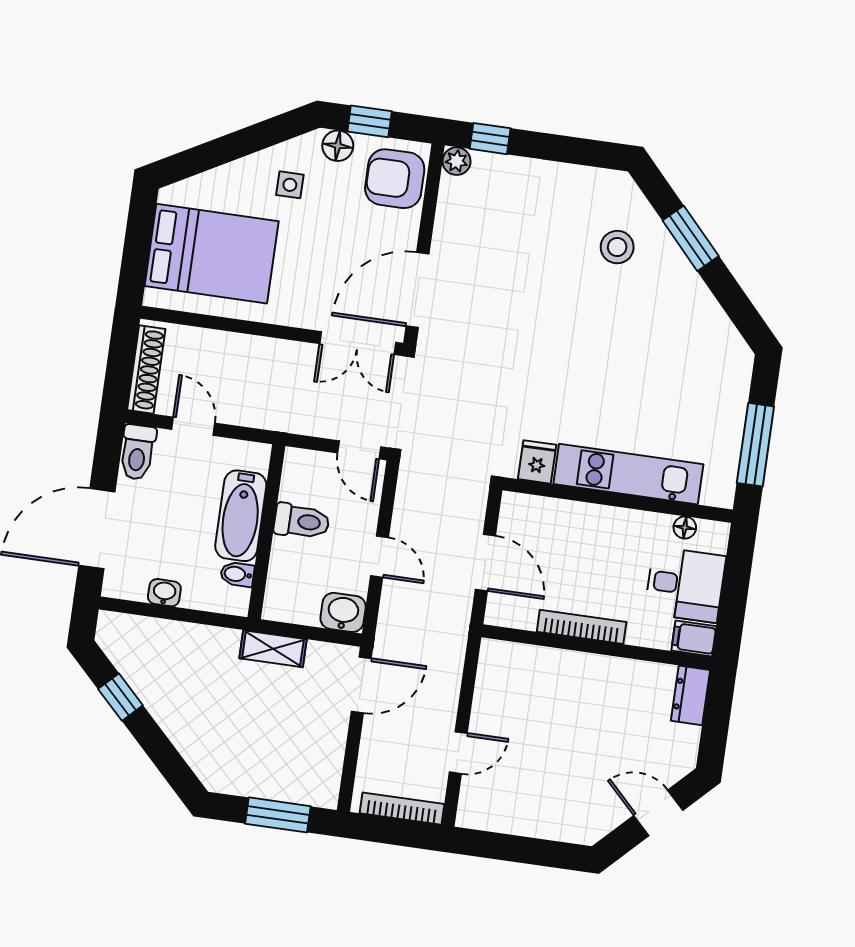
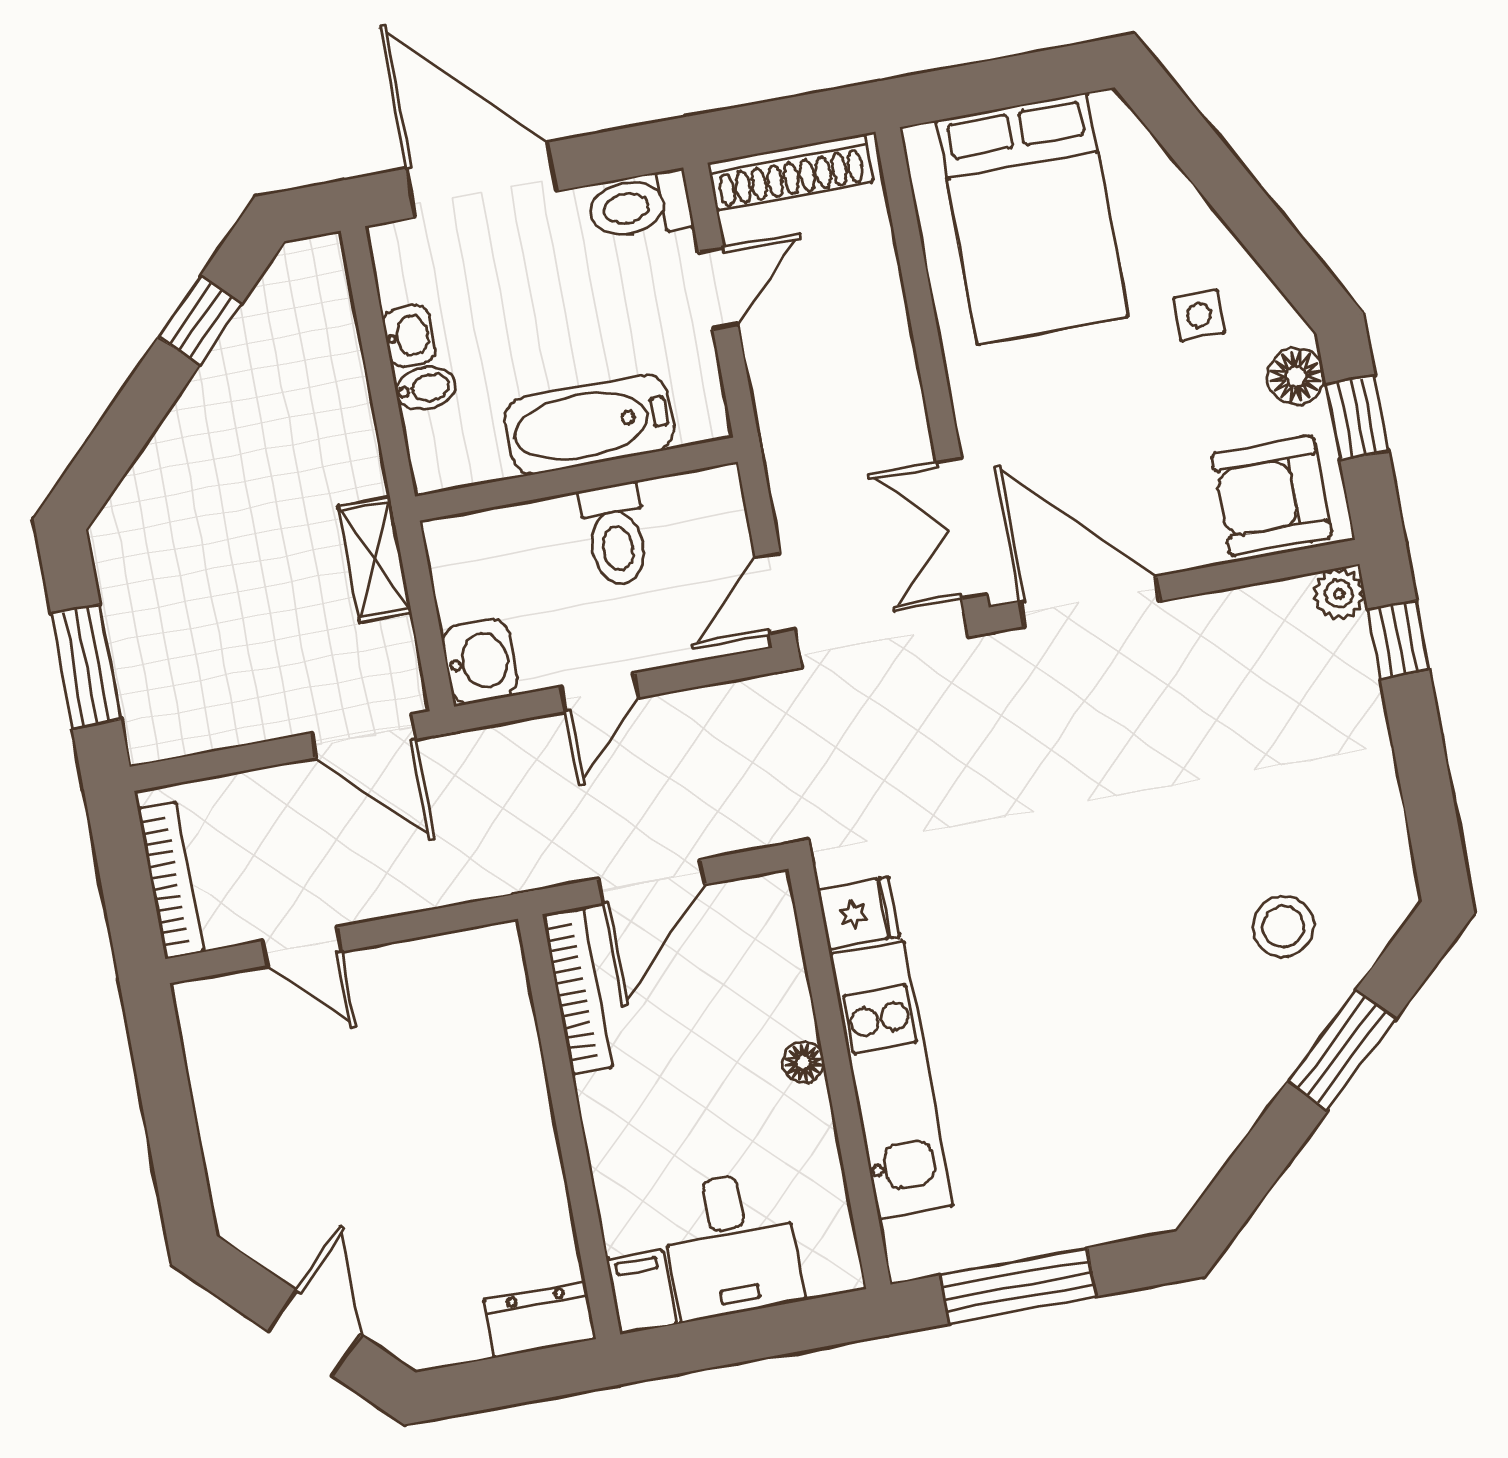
armchair: (395, 179) -> (1272, 496), turned -90
floor lamp: (685, 528) -> (803, 1062), moved
bidet: (237, 574) -> (426, 388), moved, turned 90
bookcase: (582, 627) -> (577, 991), moved

